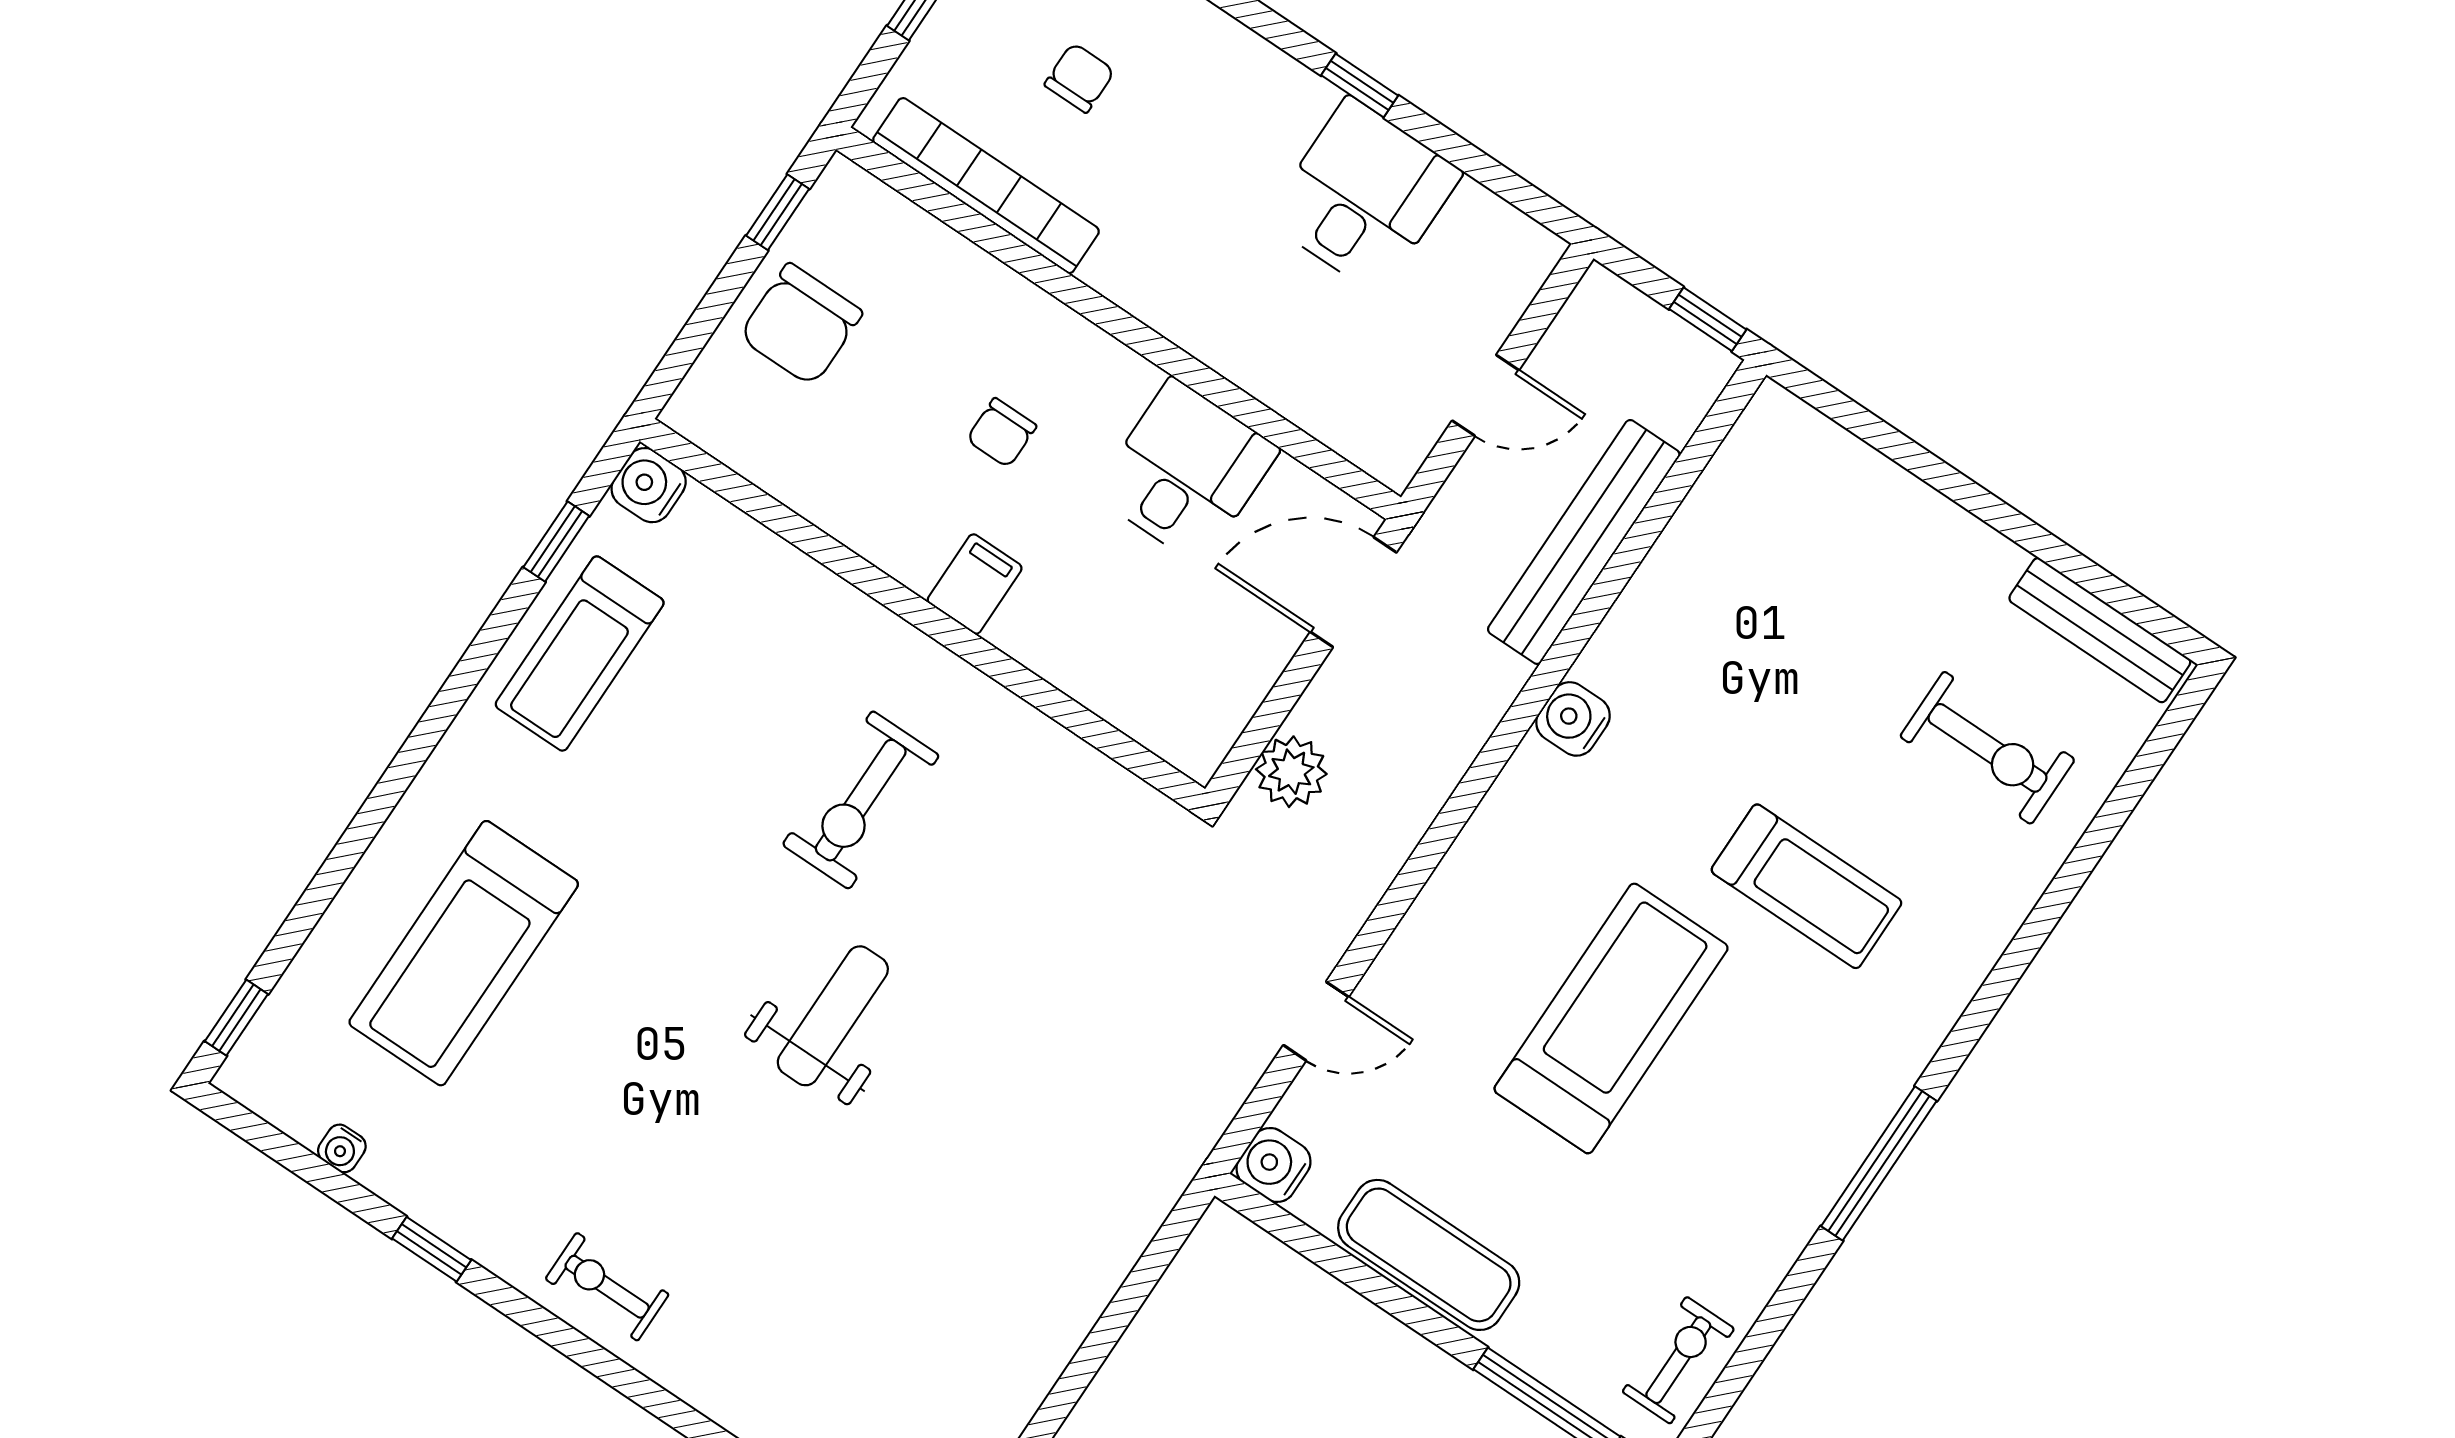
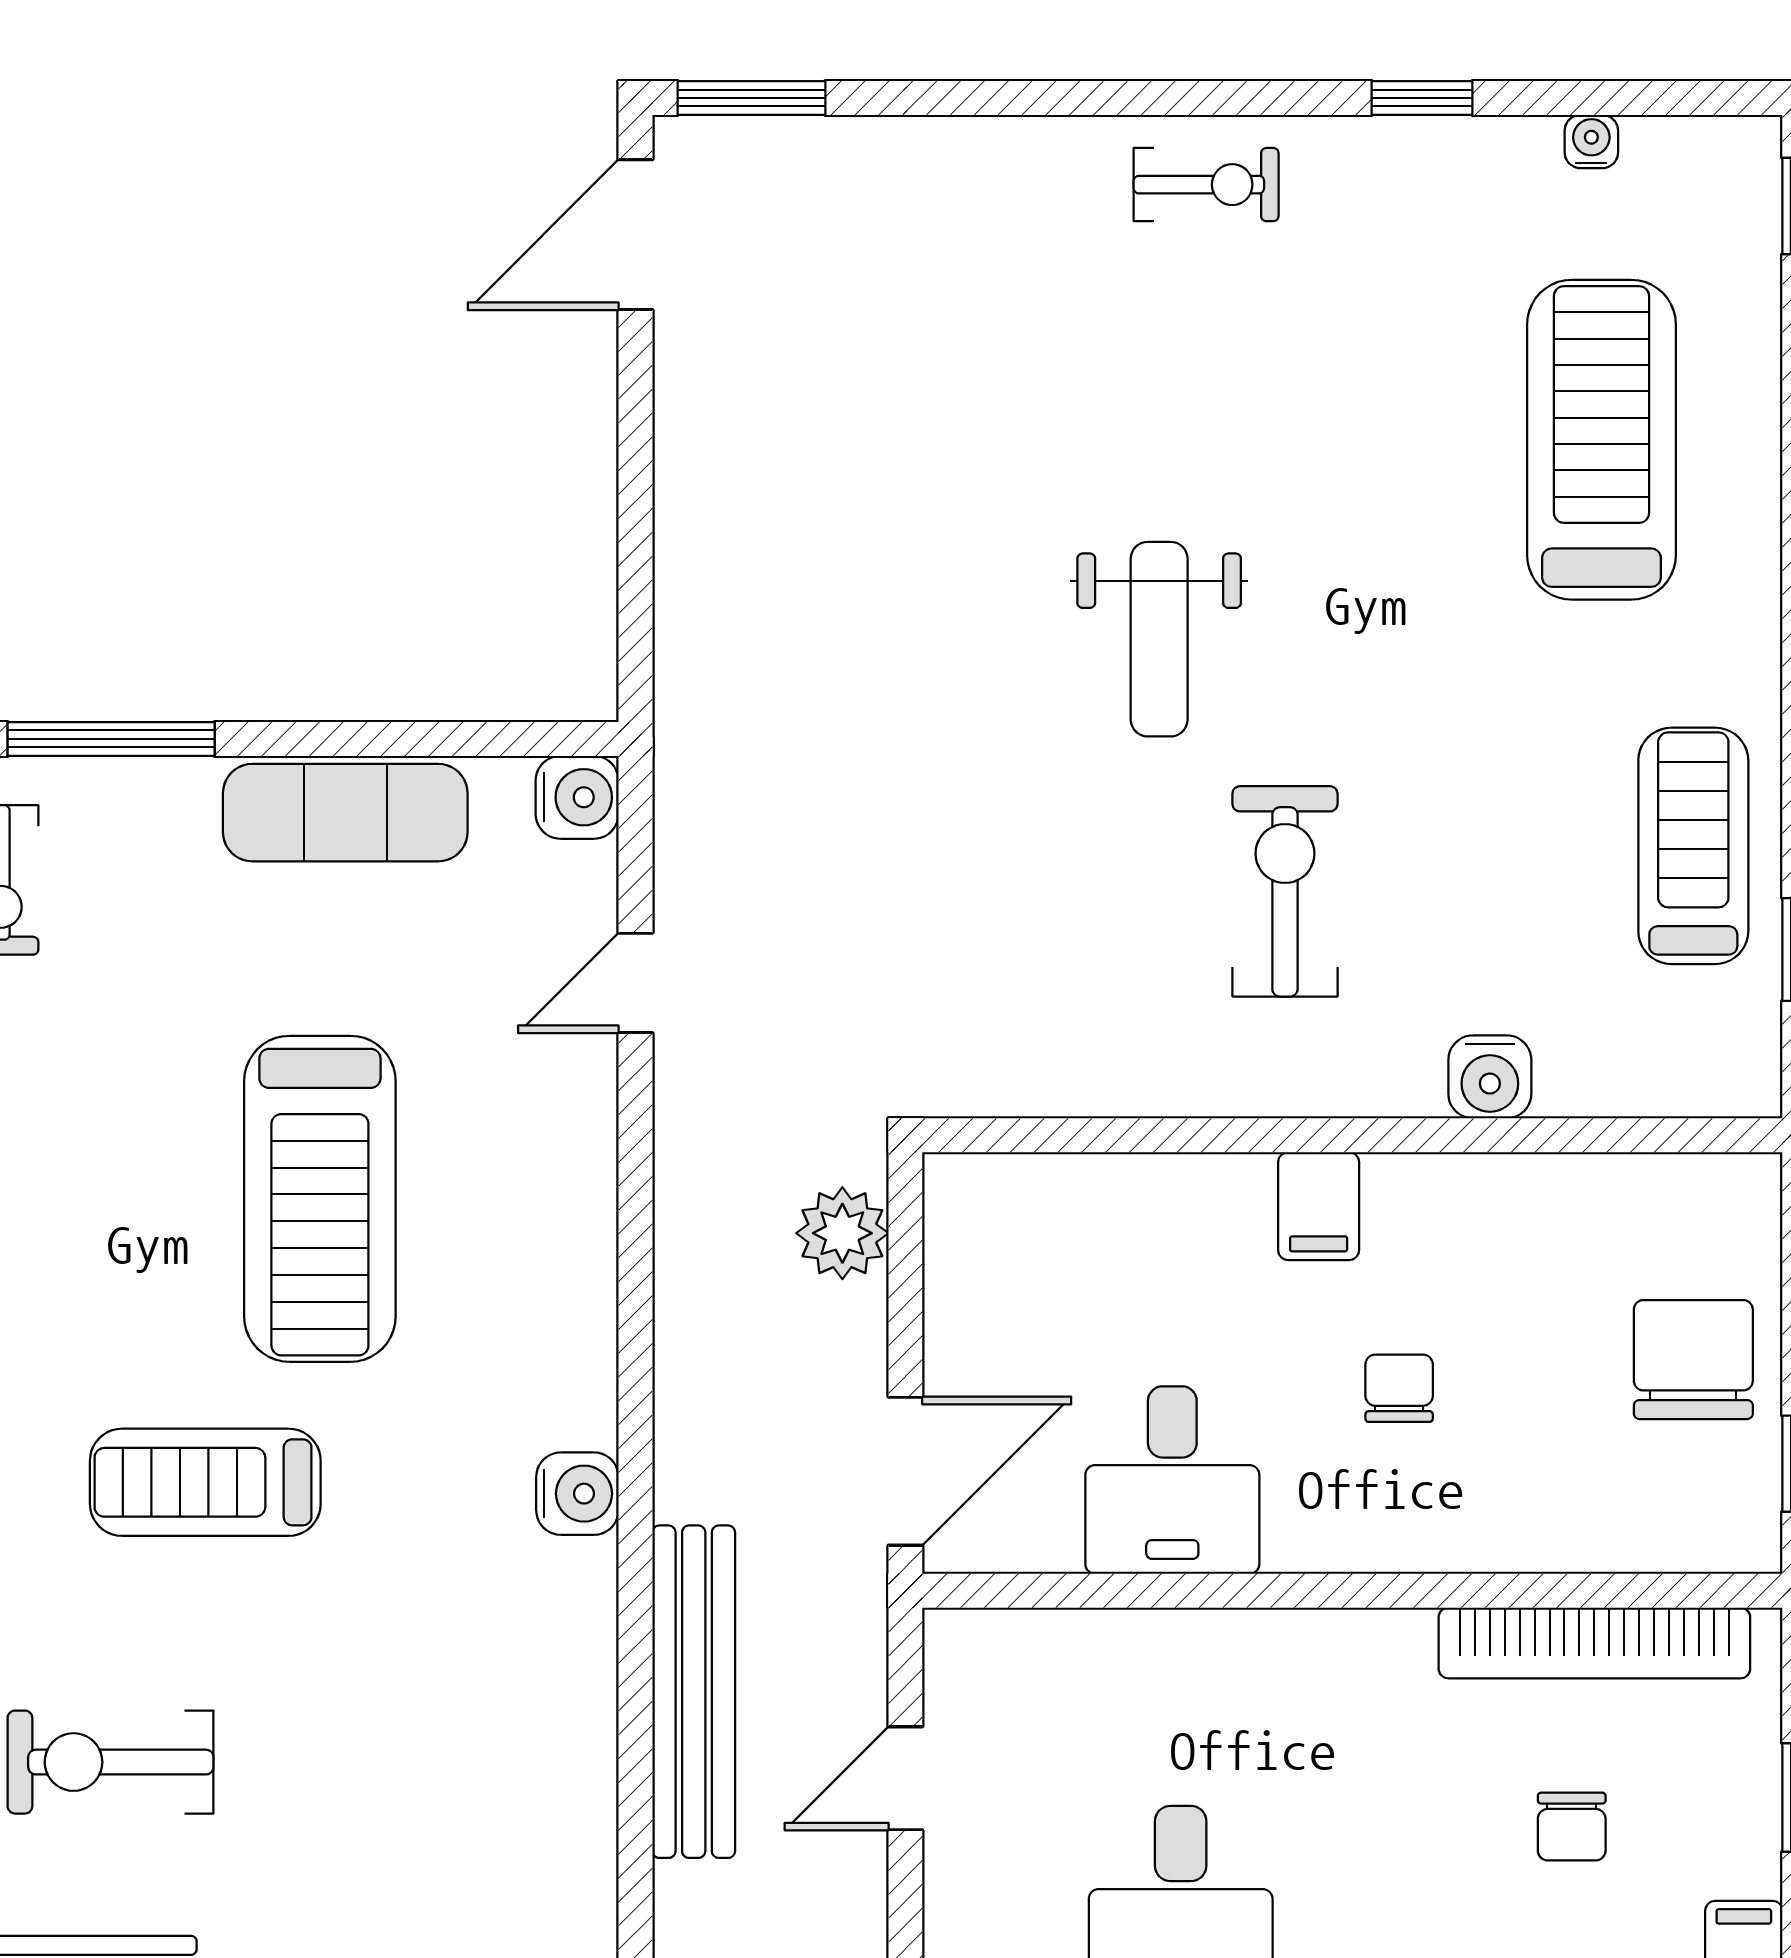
water cooler: (649, 485) -> (1490, 1077), moved, turned 90

